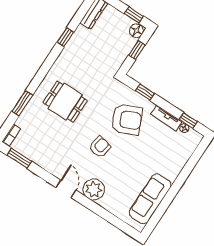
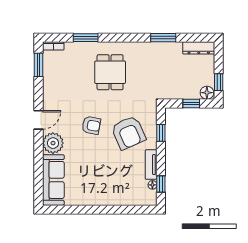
window: (65, 37) -> (163, 38), width x1.50
sofa: (150, 199) -> (53, 180), moved, turned 90

